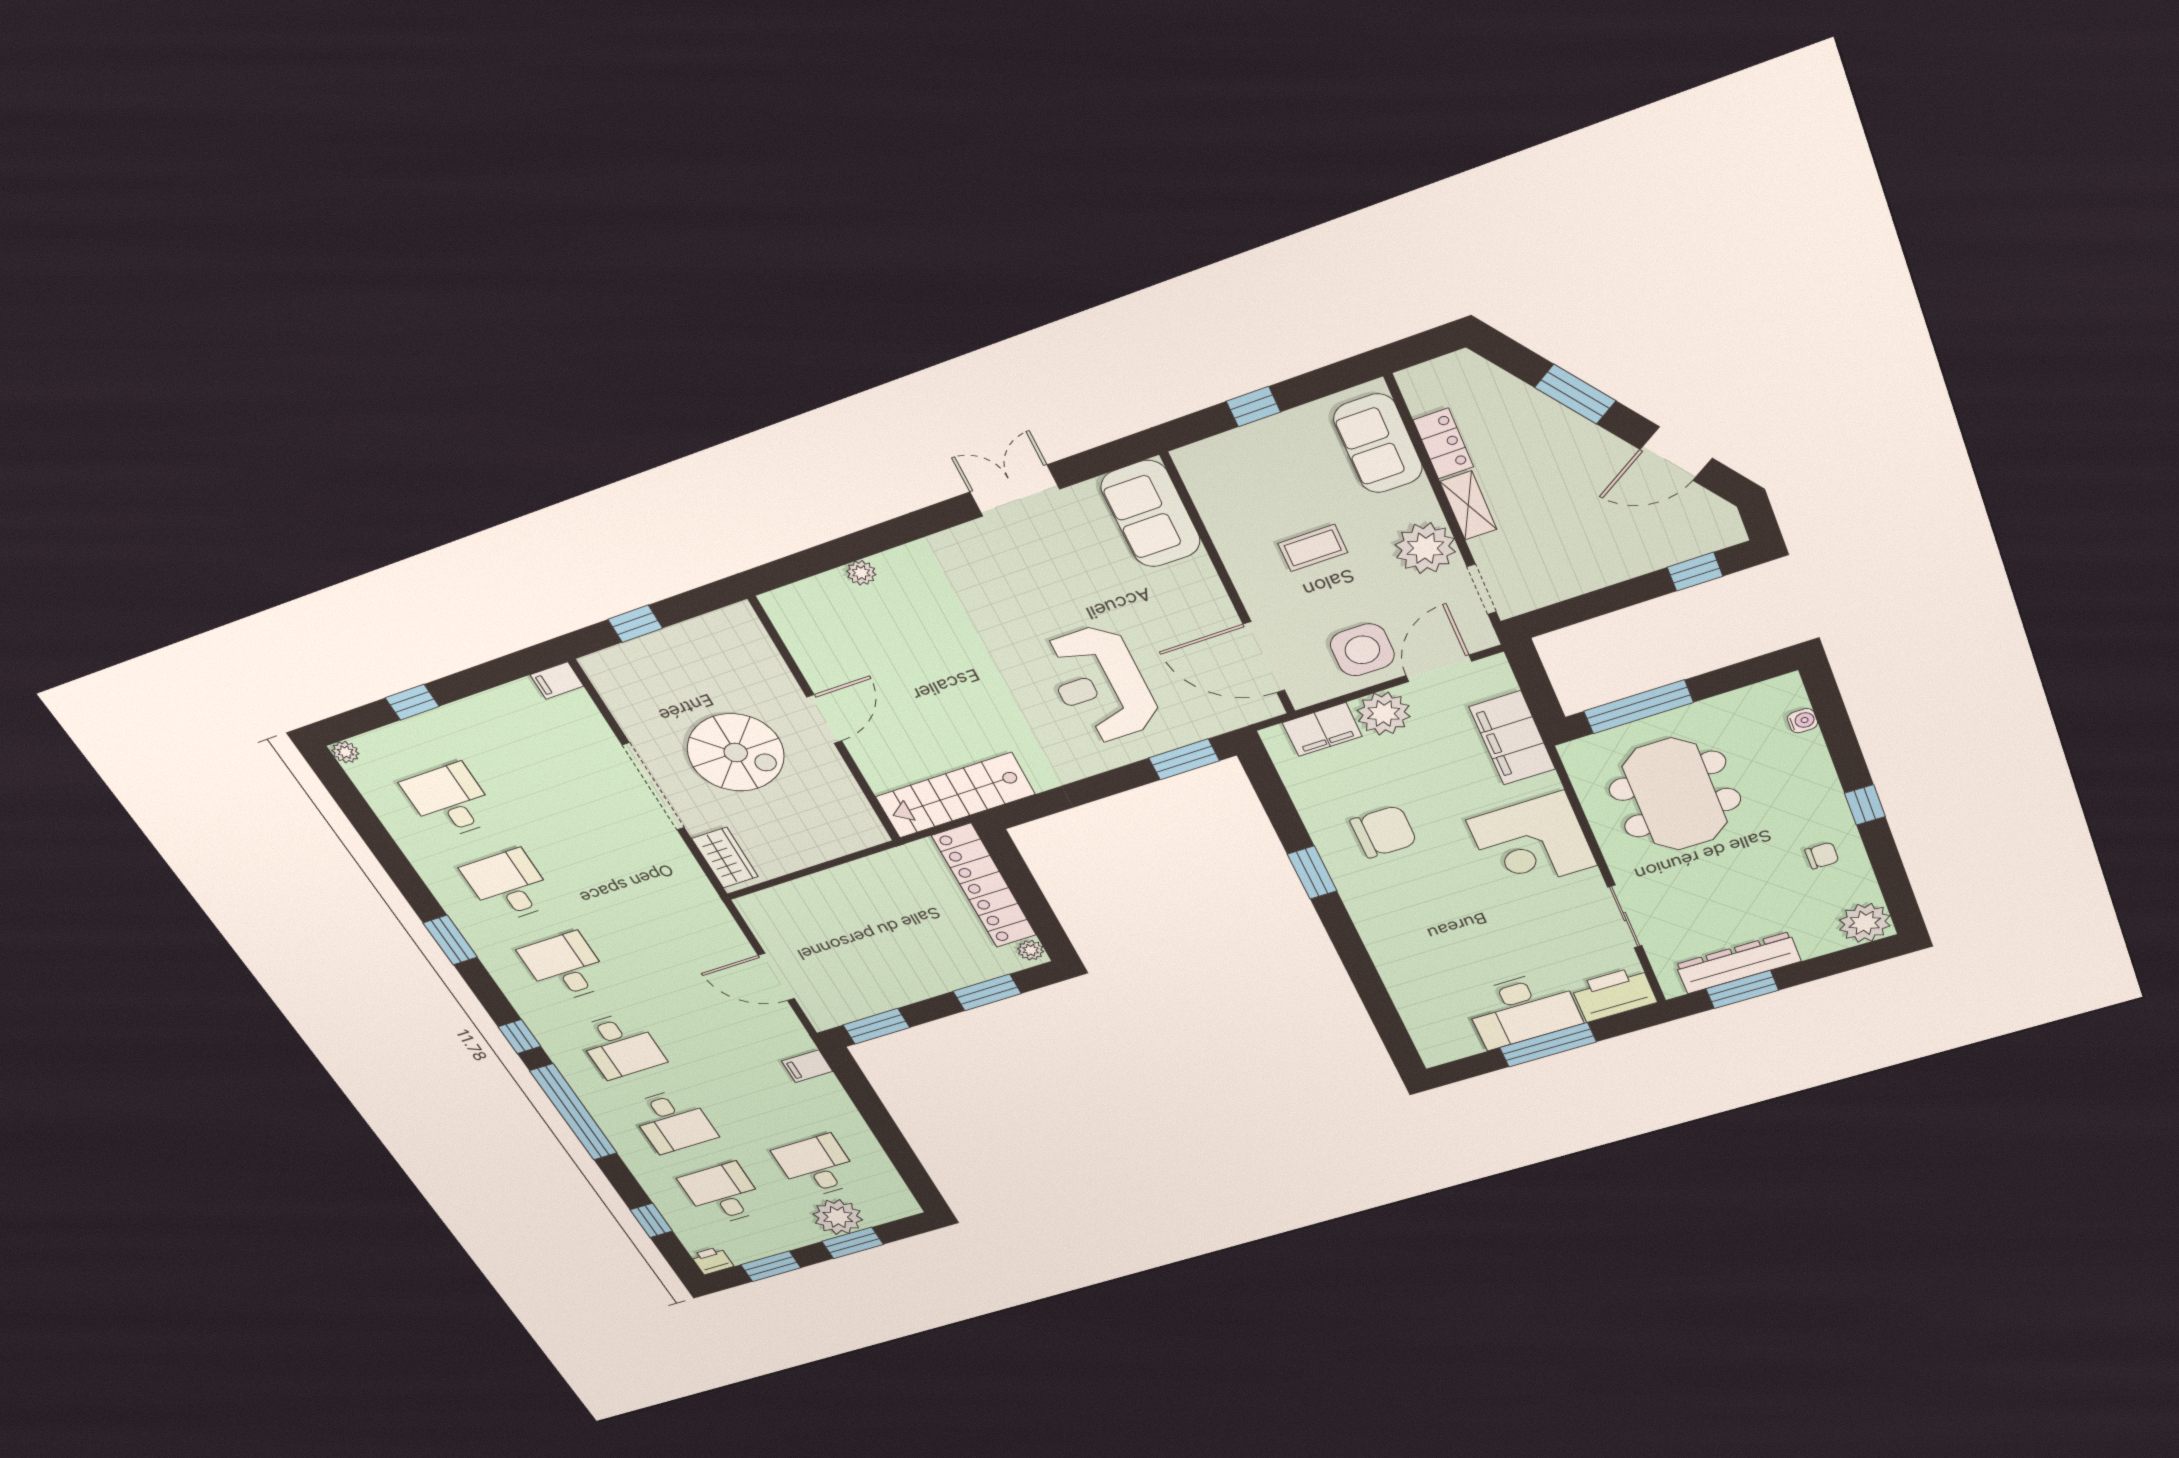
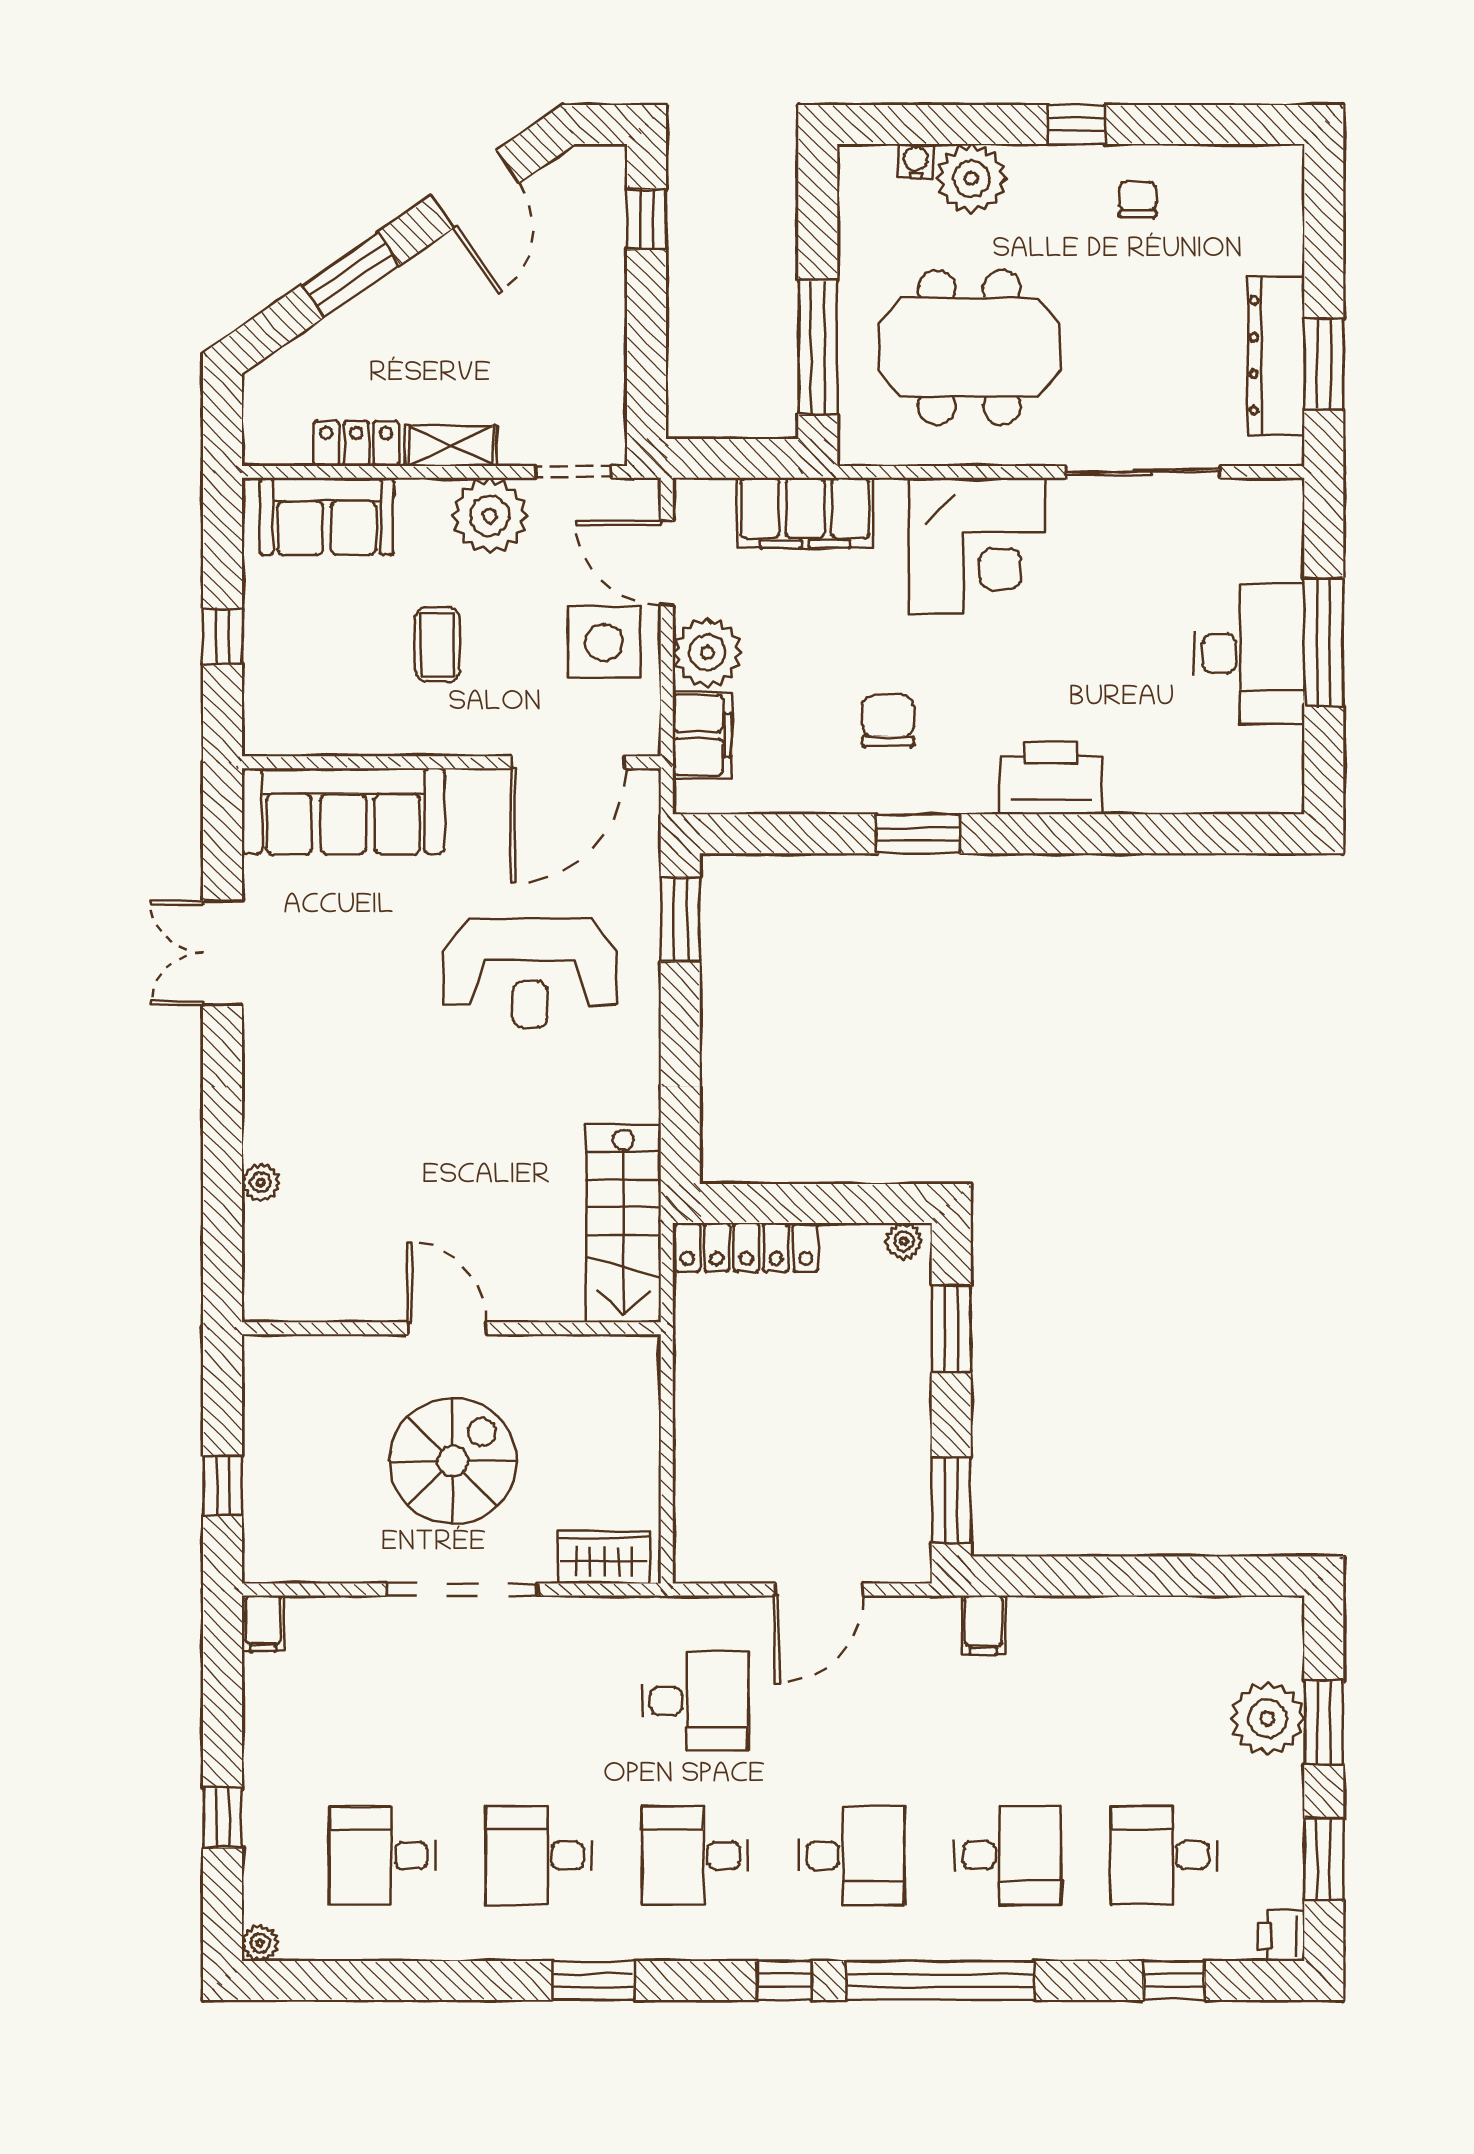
sofa: (1151, 514) -> (343, 811), width x1.36
chair: (1384, 832) -> (888, 721), width x0.73, depth x0.73
locker: (984, 886) -> (746, 1247), width x0.71, depth x0.83
sliding door: (1625, 917) -> (1143, 472), width x1.37
plant: (1865, 923) -> (971, 179), moved
printer: (1614, 994) -> (1051, 778), moved, turned 90
desk: (817, 1166) -> (695, 1701), moved, turned 180

